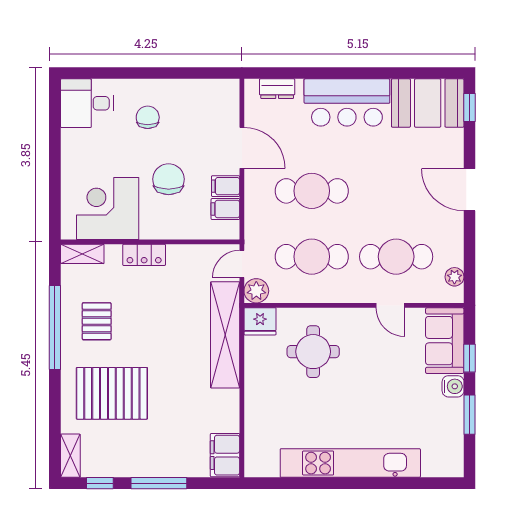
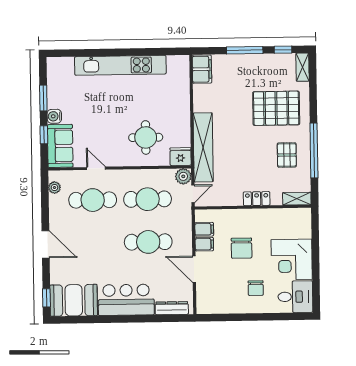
dresser: (277, 89) -> (172, 308), width x1.44
corner desk: (108, 209) -> (292, 259), moved, turned 90

